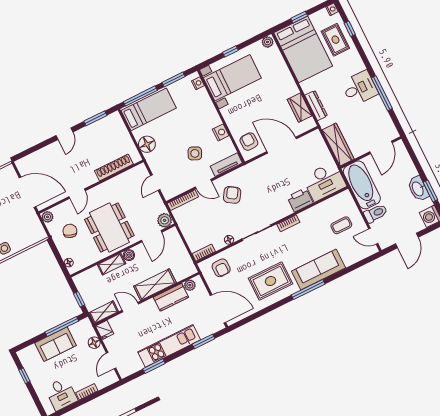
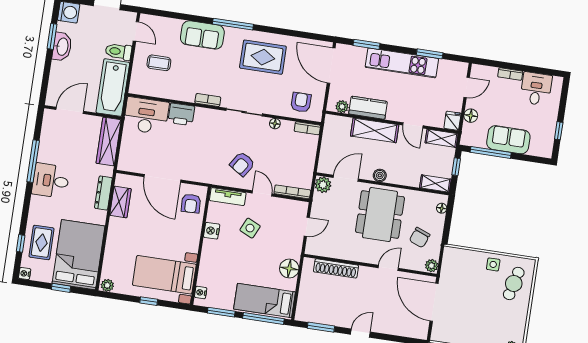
shelving: (112, 264) -> (435, 184), moved
sofa: (319, 270) -> (202, 35), width x0.73

